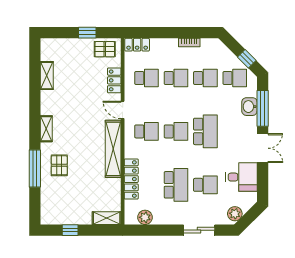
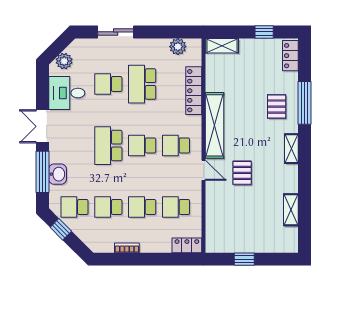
pallet: (105, 49) -> (242, 173), moved, turned 90
locker: (114, 80) -> (290, 56), moved, turned 180
plant: (235, 214) -> (64, 61), moved

